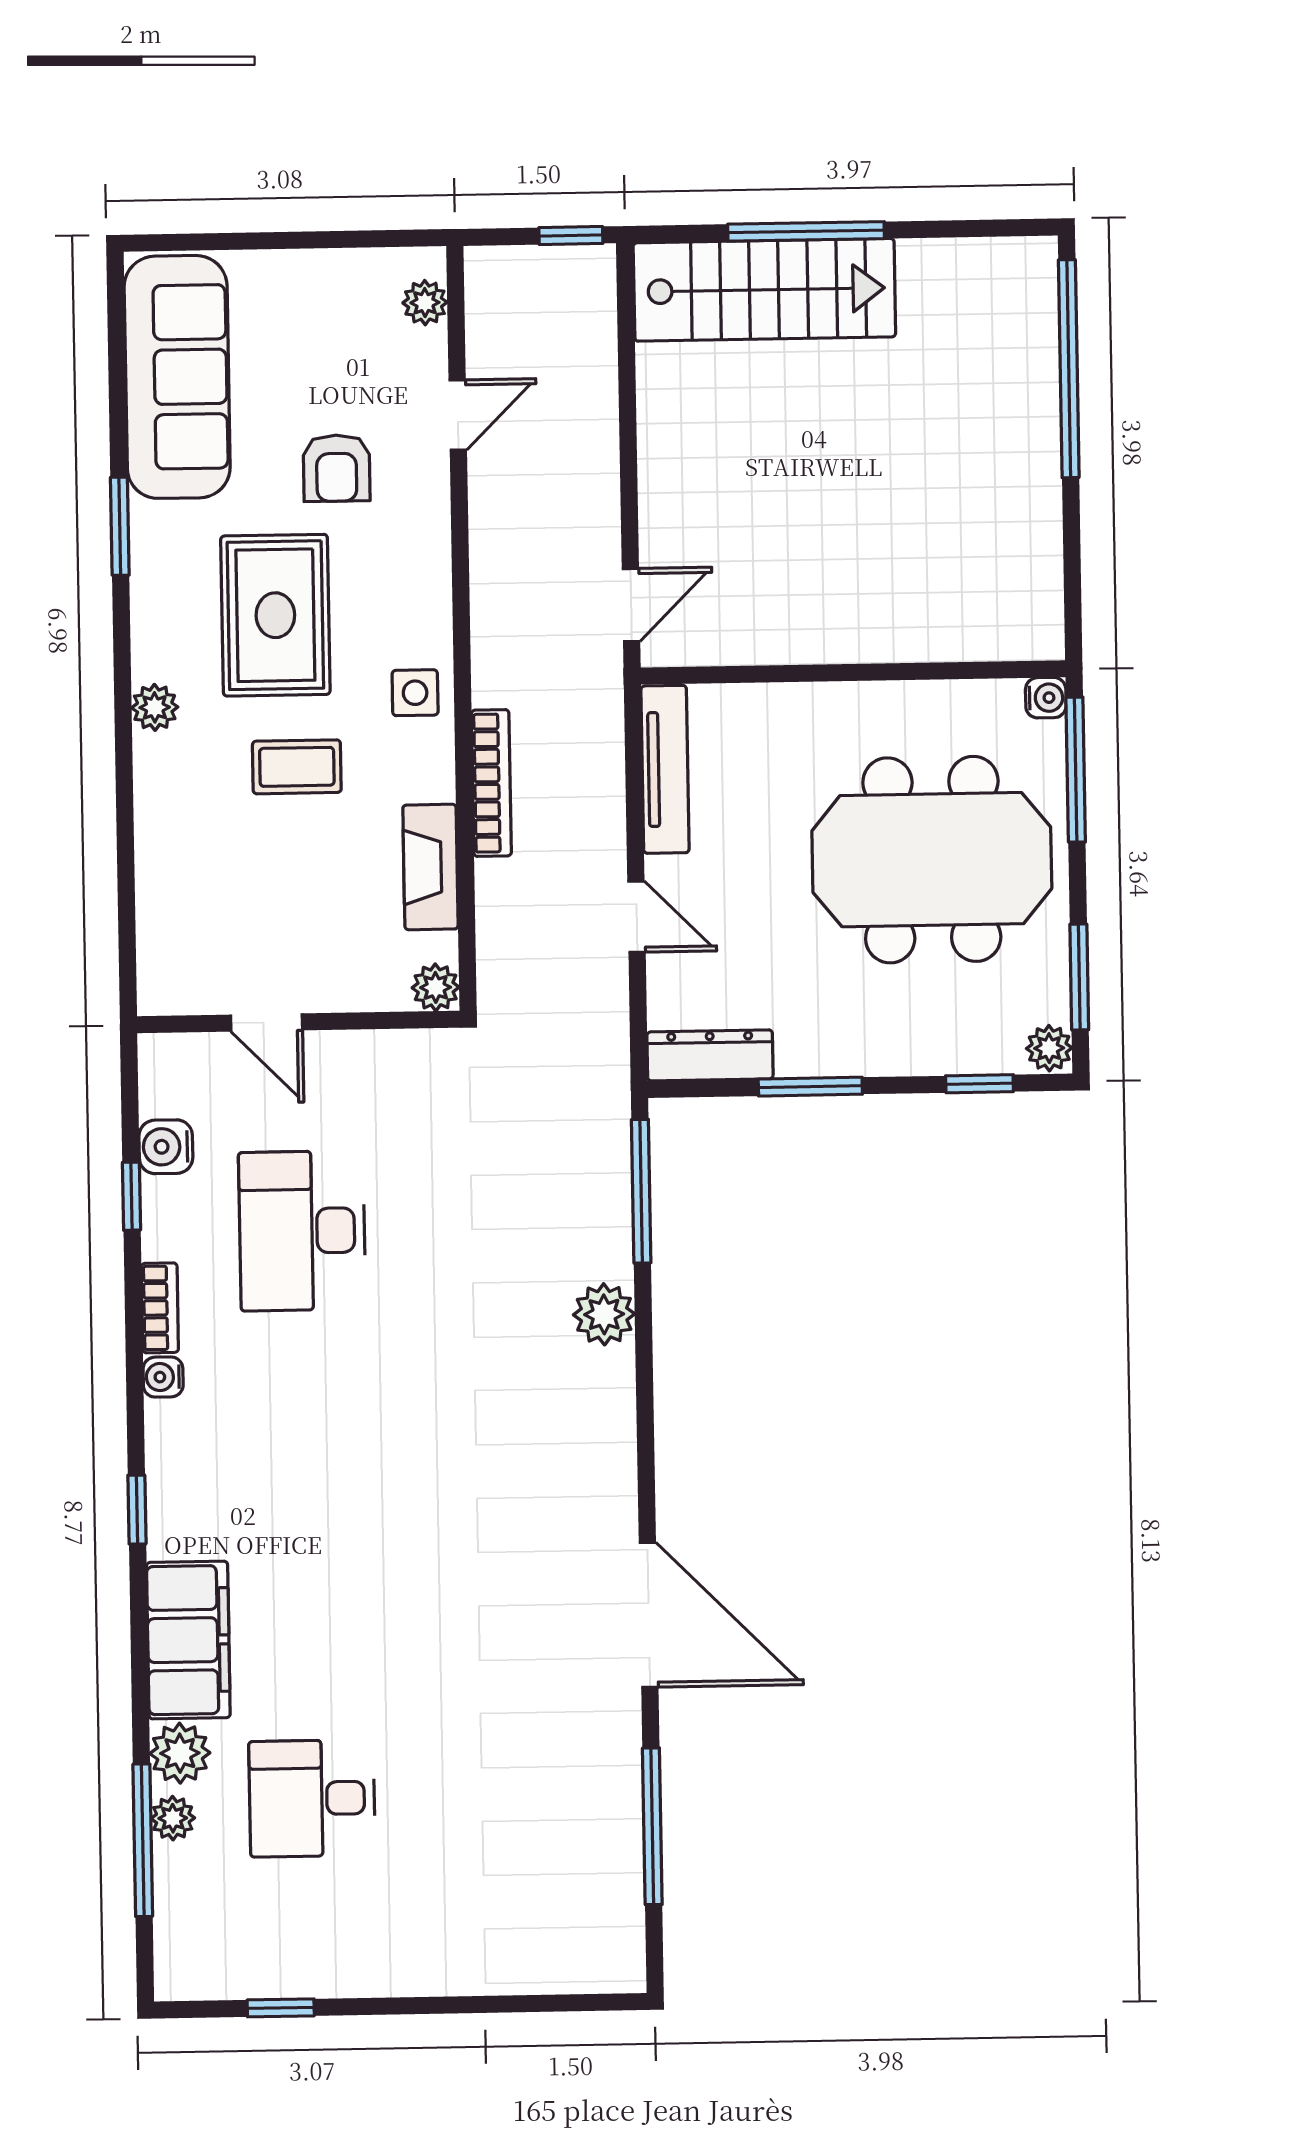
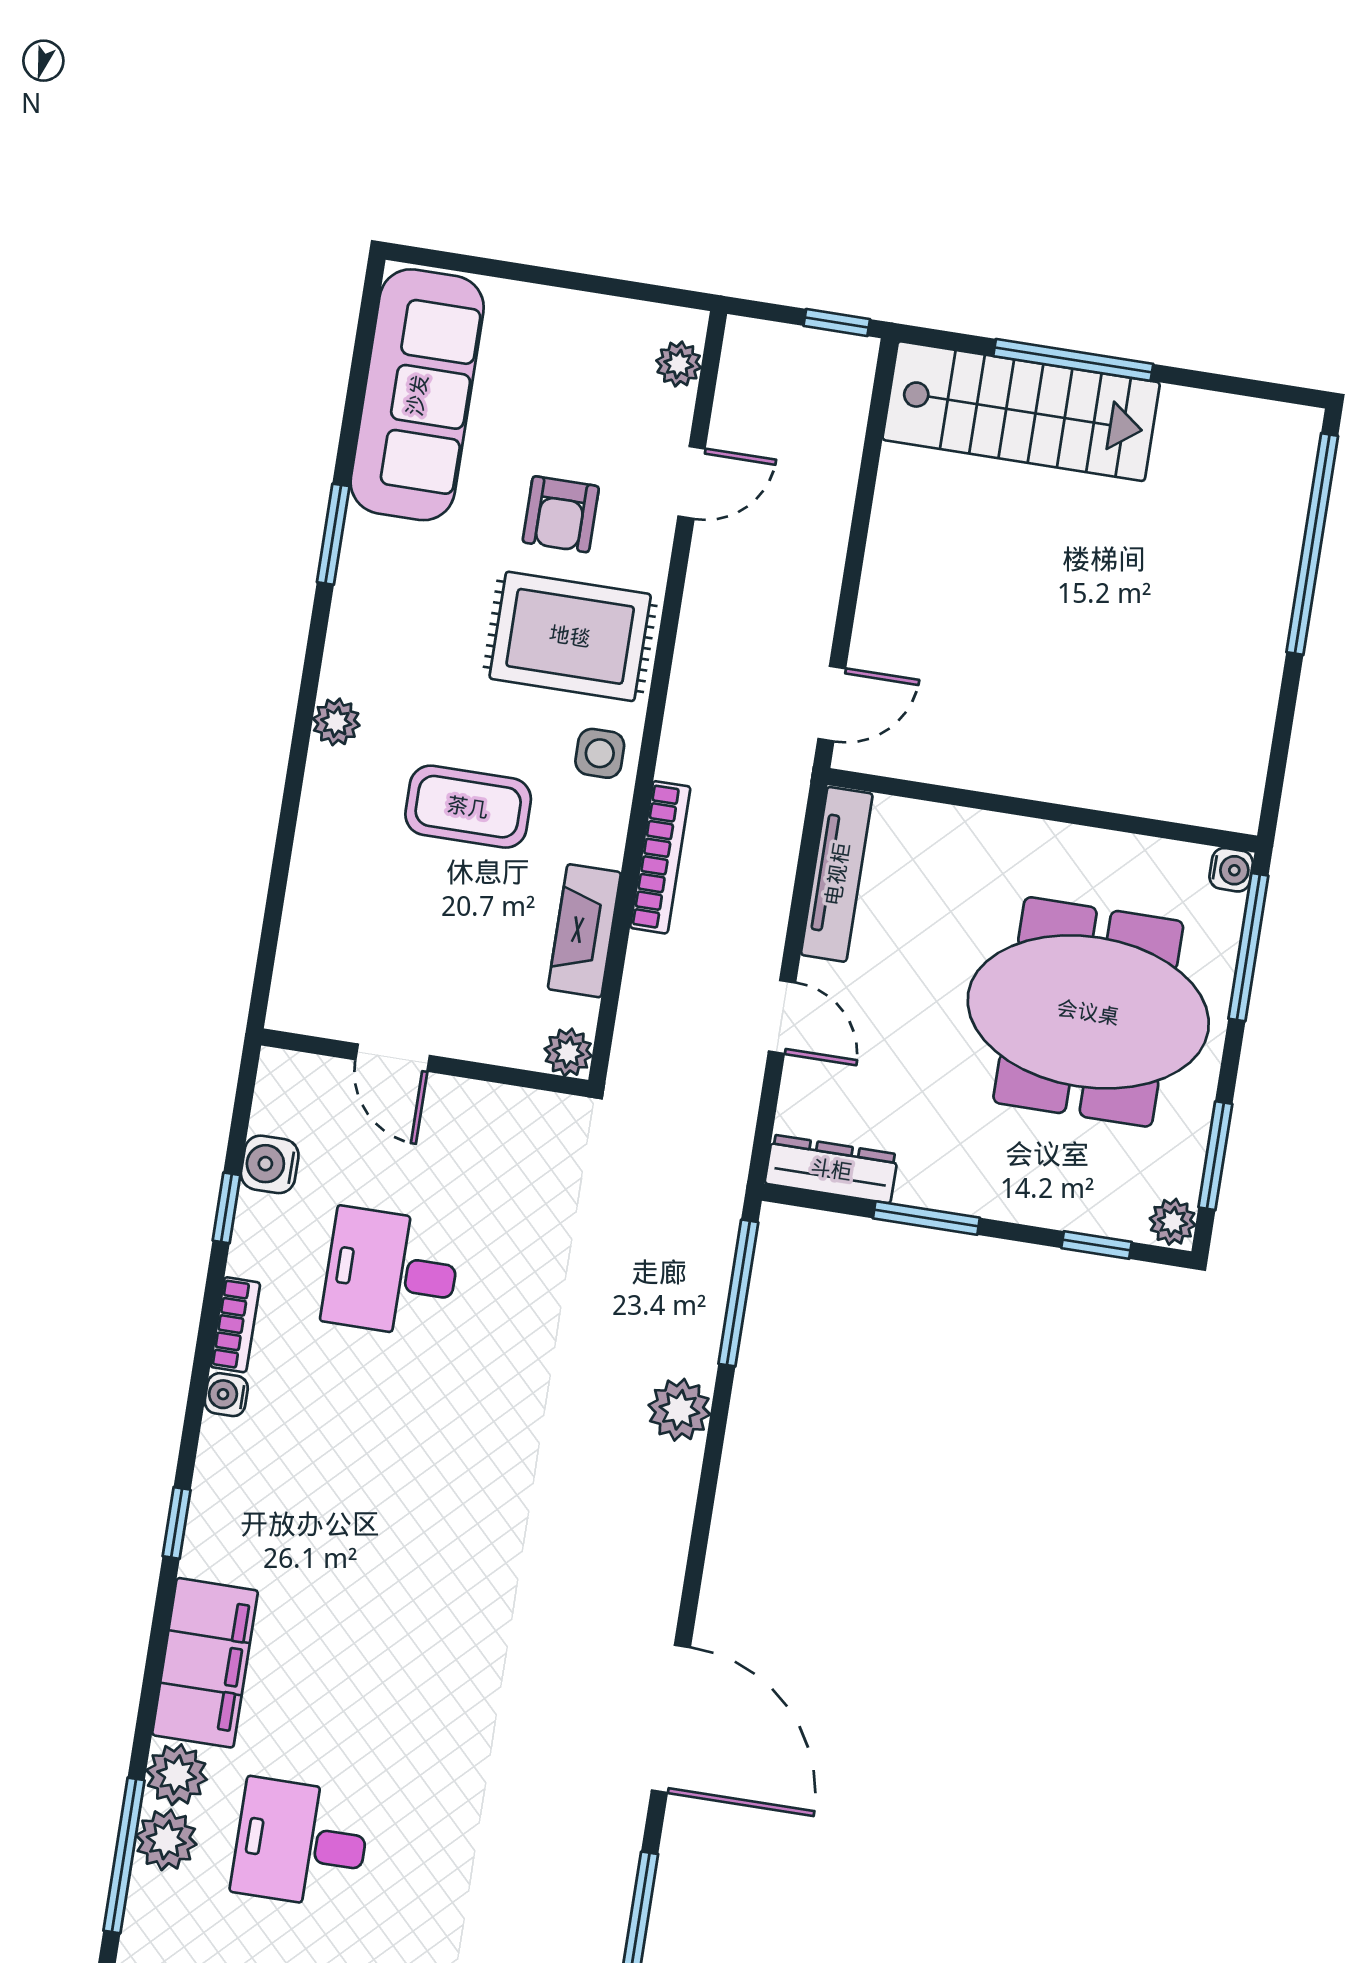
rug: (275, 615) -> (570, 636), moved, turned 90
coffee table: (297, 767) -> (468, 807), width x1.36, depth x1.30
desk: (302, 1231) -> (391, 1273), width x0.73
plant: (173, 1818) -> (166, 1840), width x1.38, depth x1.38

